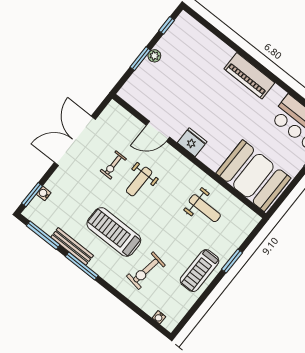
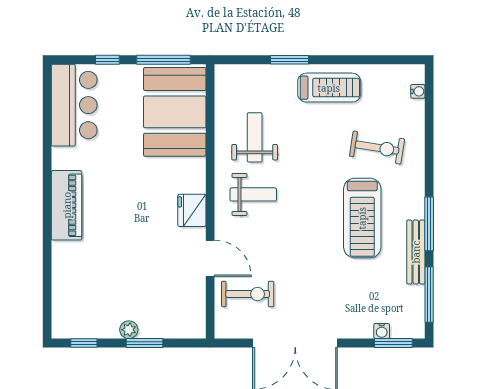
exercise bike: (113, 165) -> (248, 294), moved, width x1.38, depth x1.39
weight bench: (139, 182) -> (253, 194), moved
window: (287, 192) -> (164, 60), added

